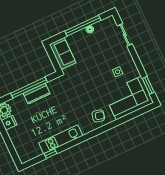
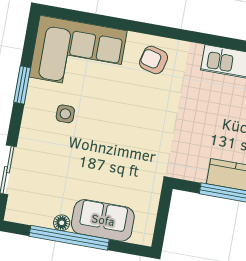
sofa: (63, 53) -> (103, 220), moved, turned 90
window: (148, 85) -> (22, 85), moved

